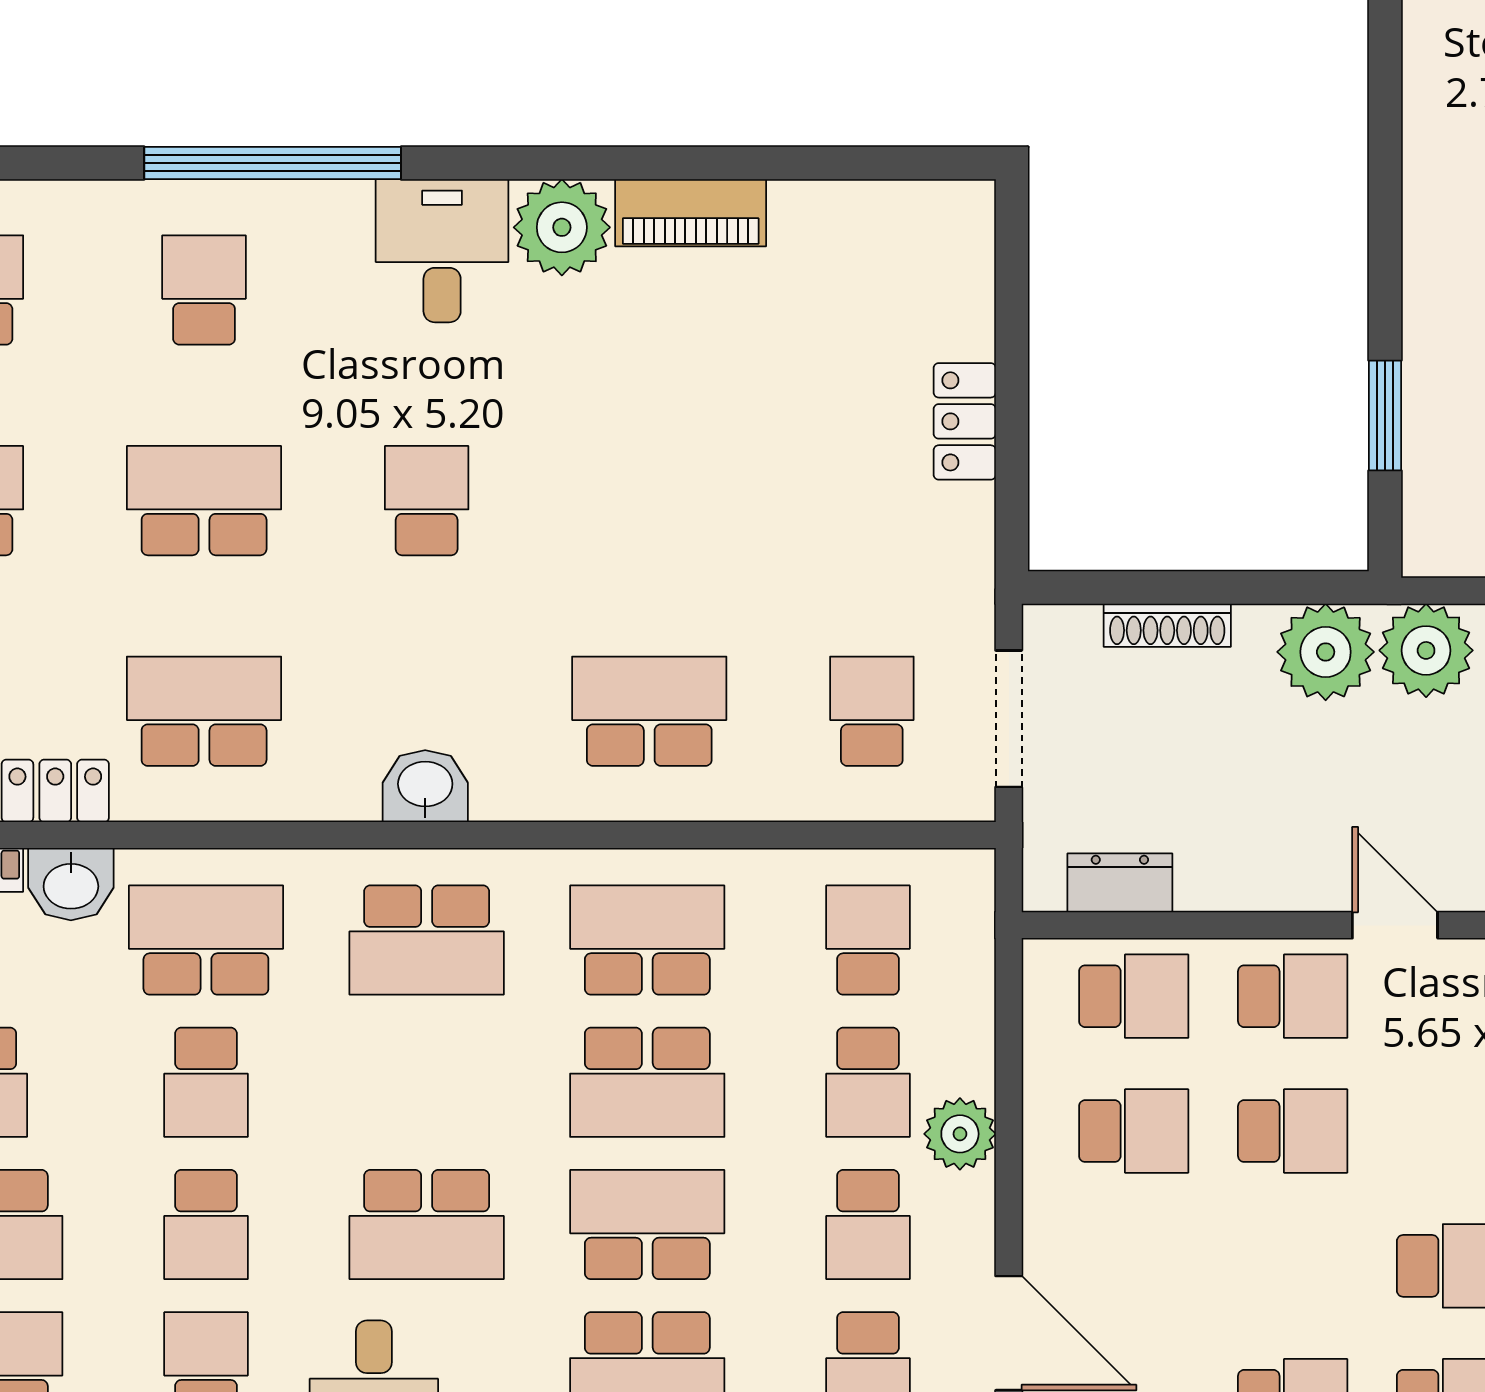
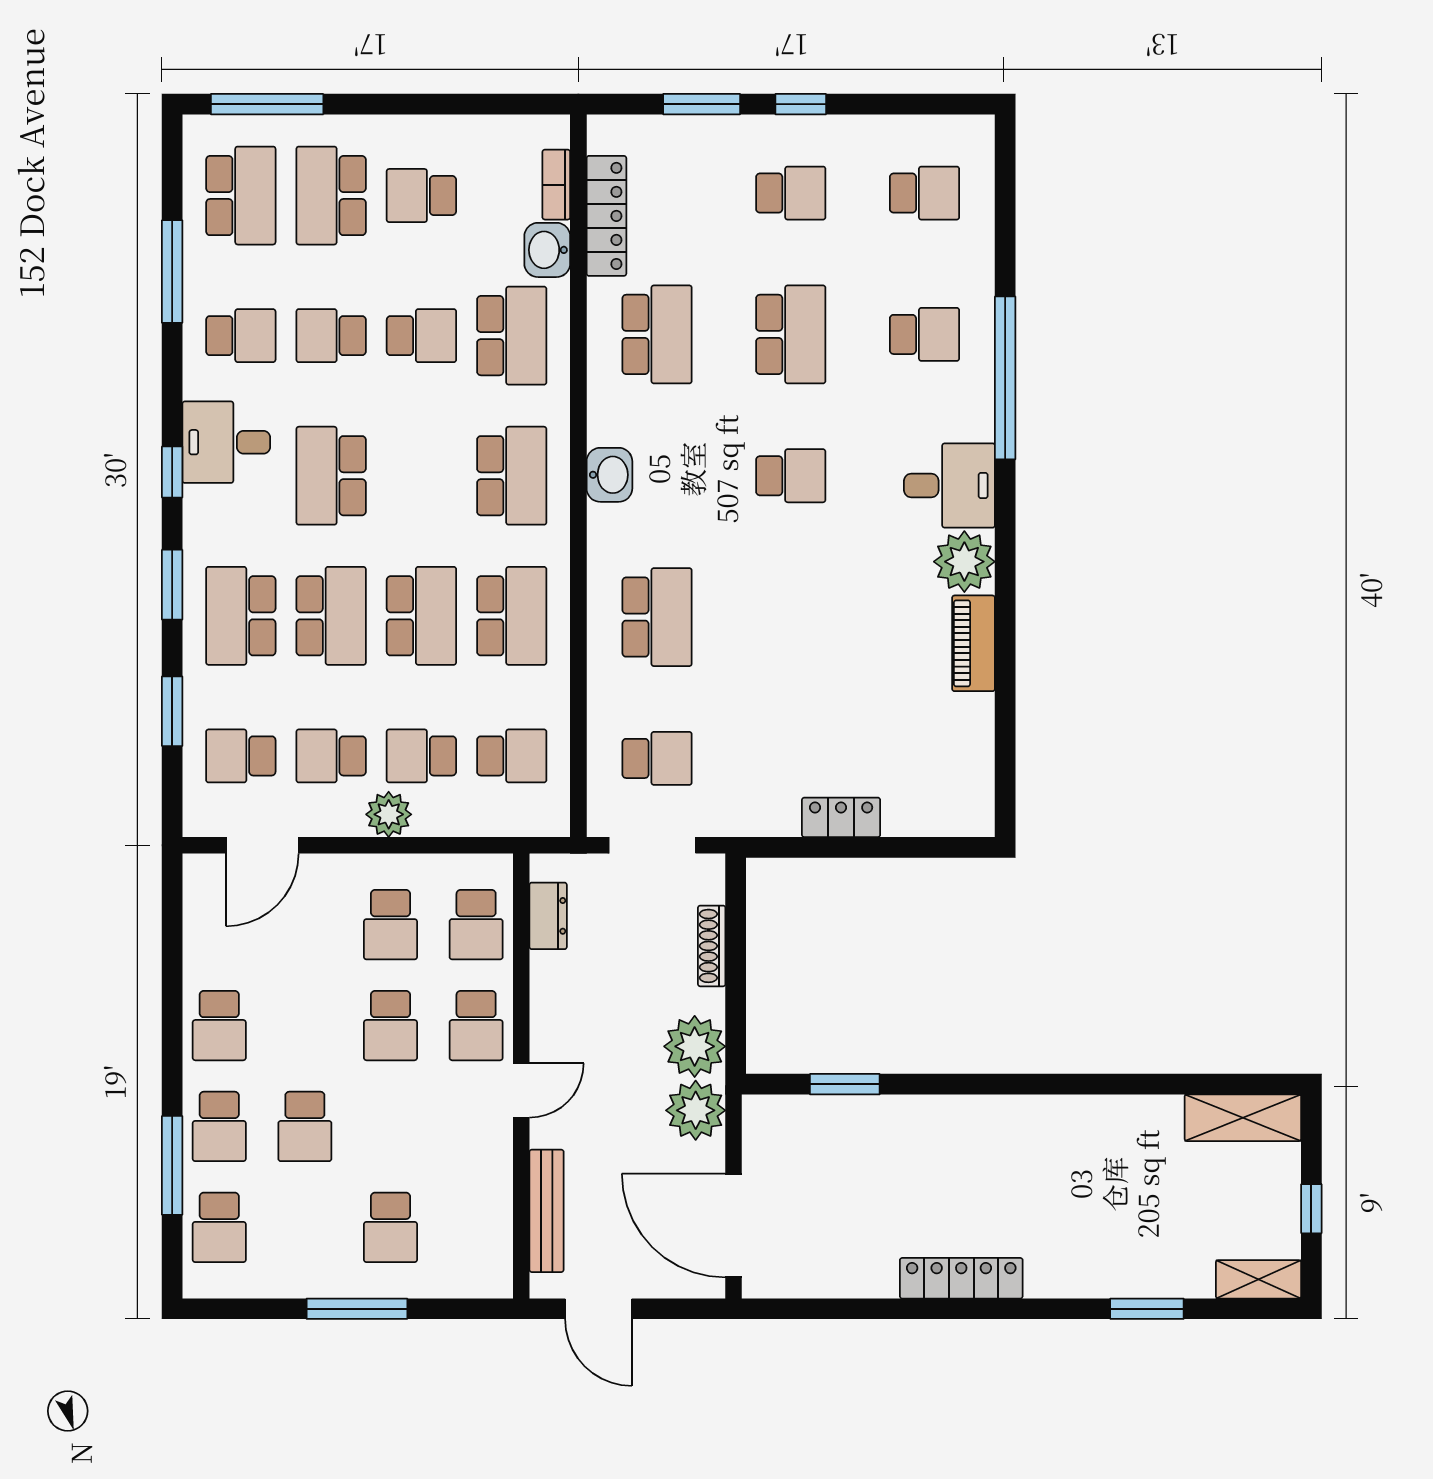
school desk: (427, 940) -> (512, 476), turned 180
school desk: (206, 1082) -> (421, 336), turned 180
school desk: (647, 1082) -> (421, 616), turned 180

